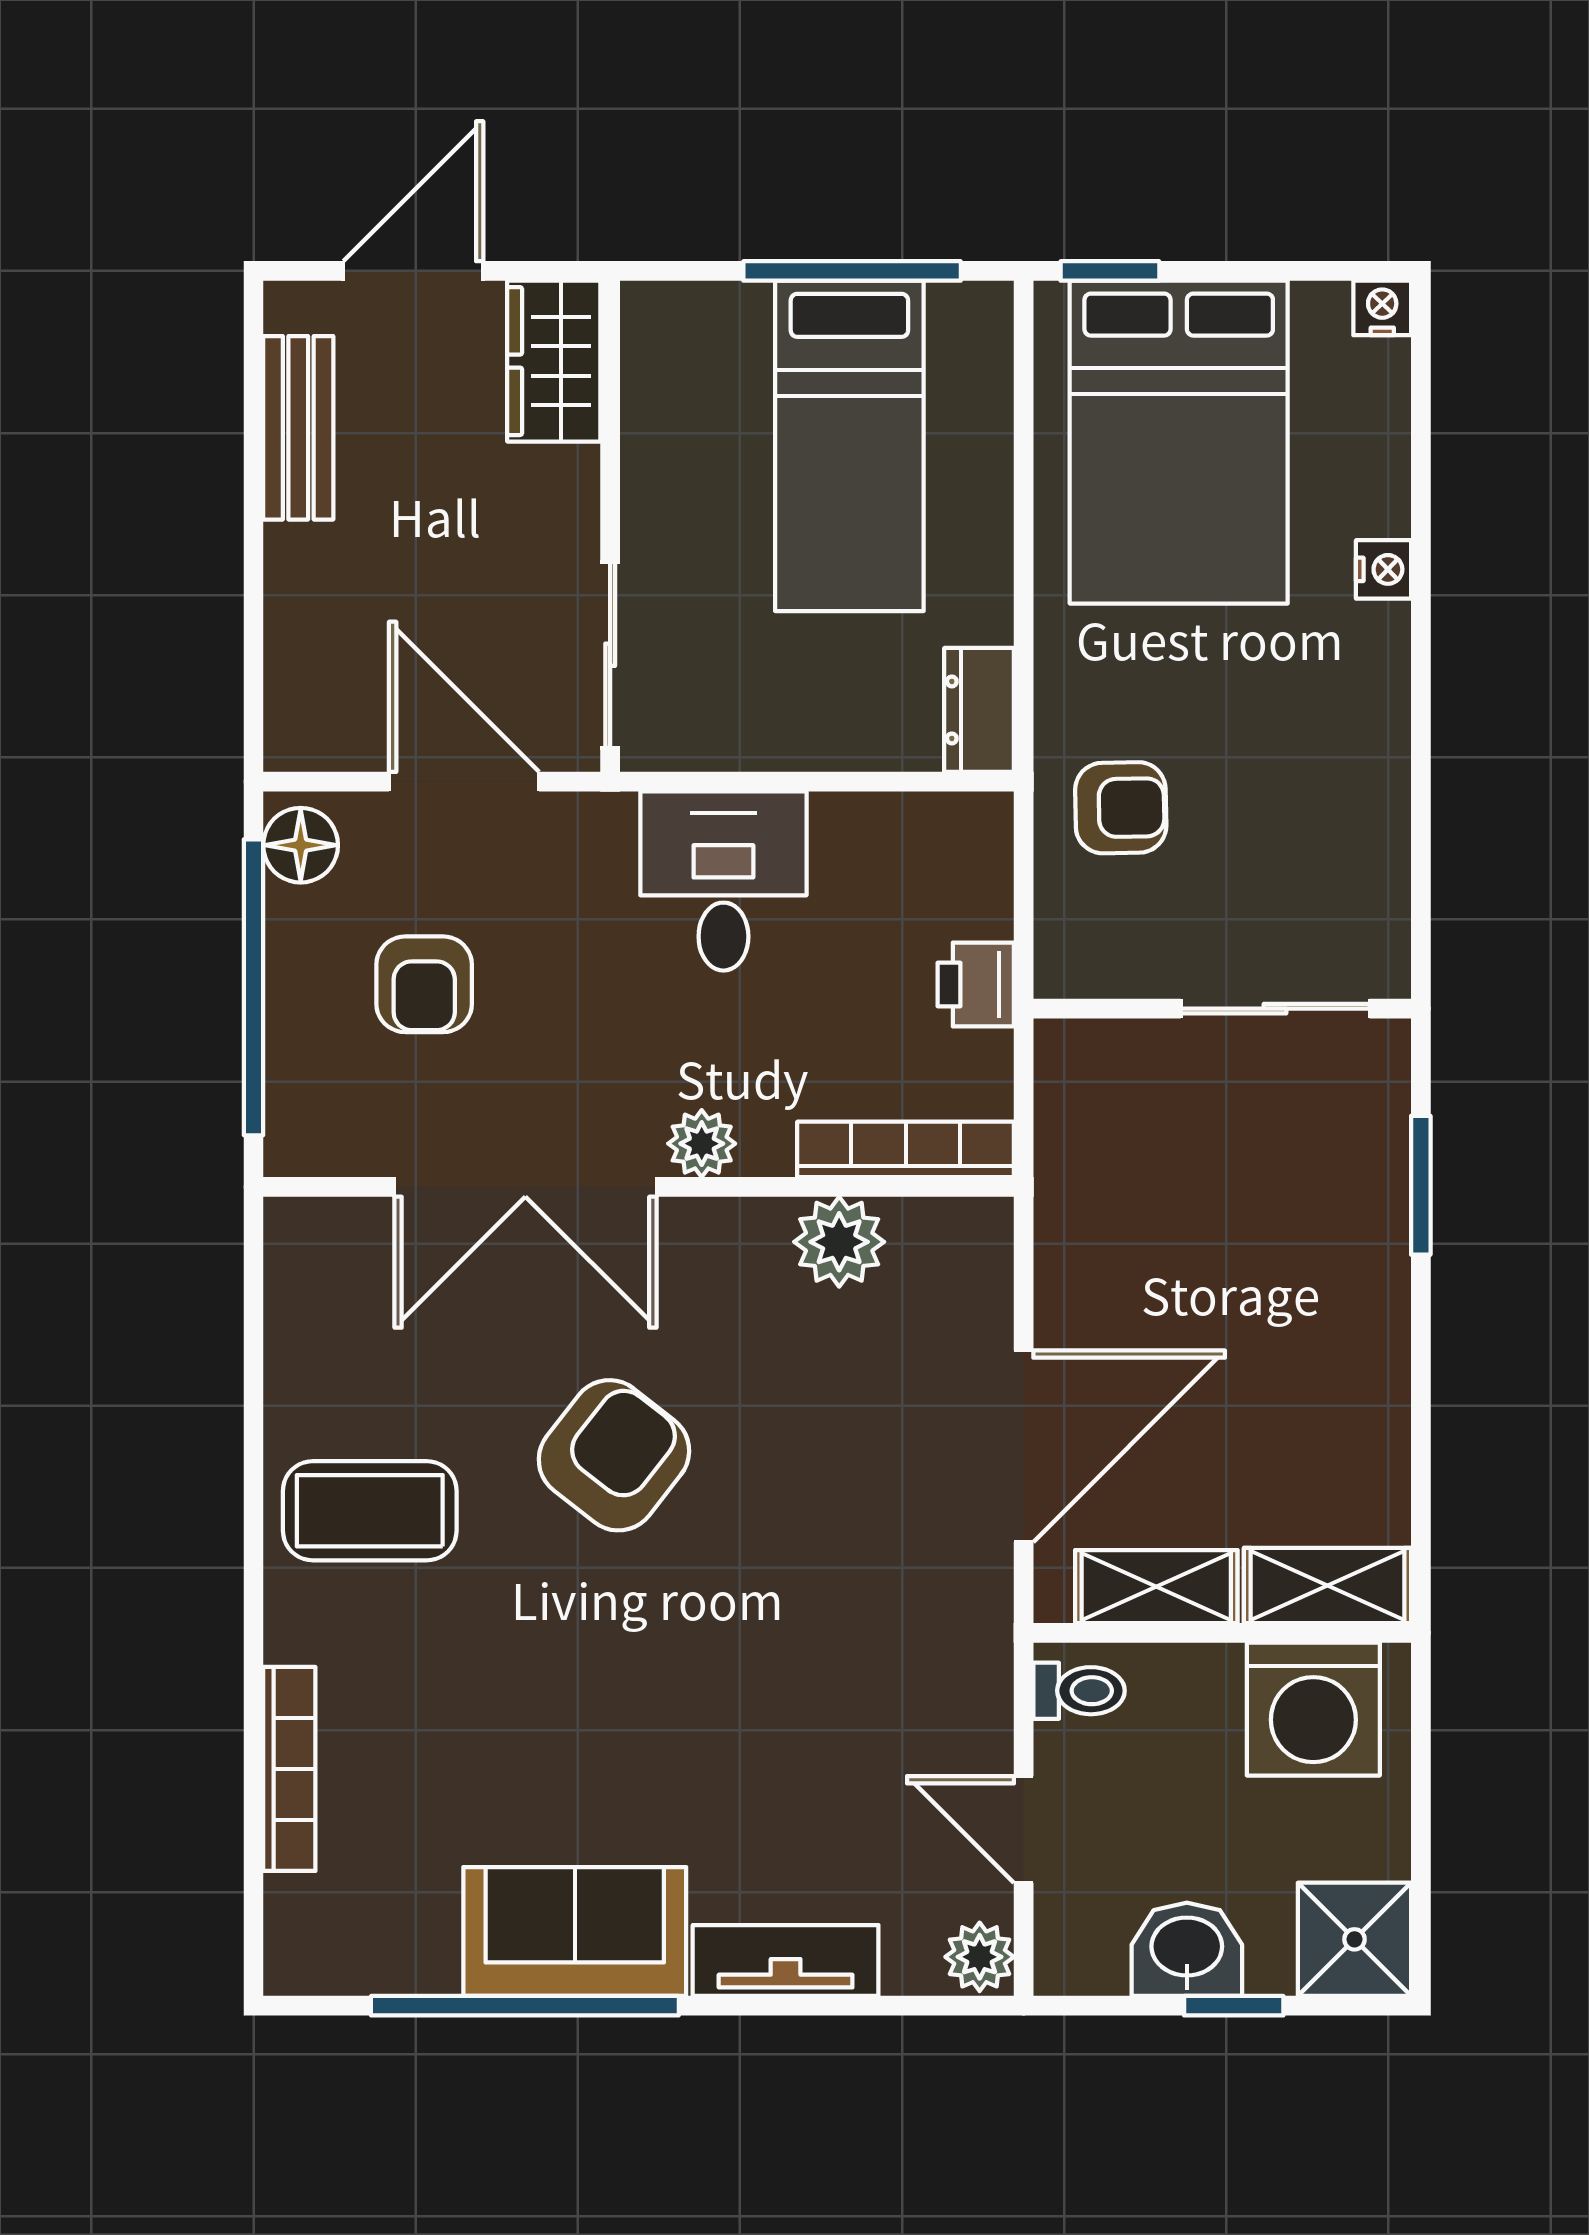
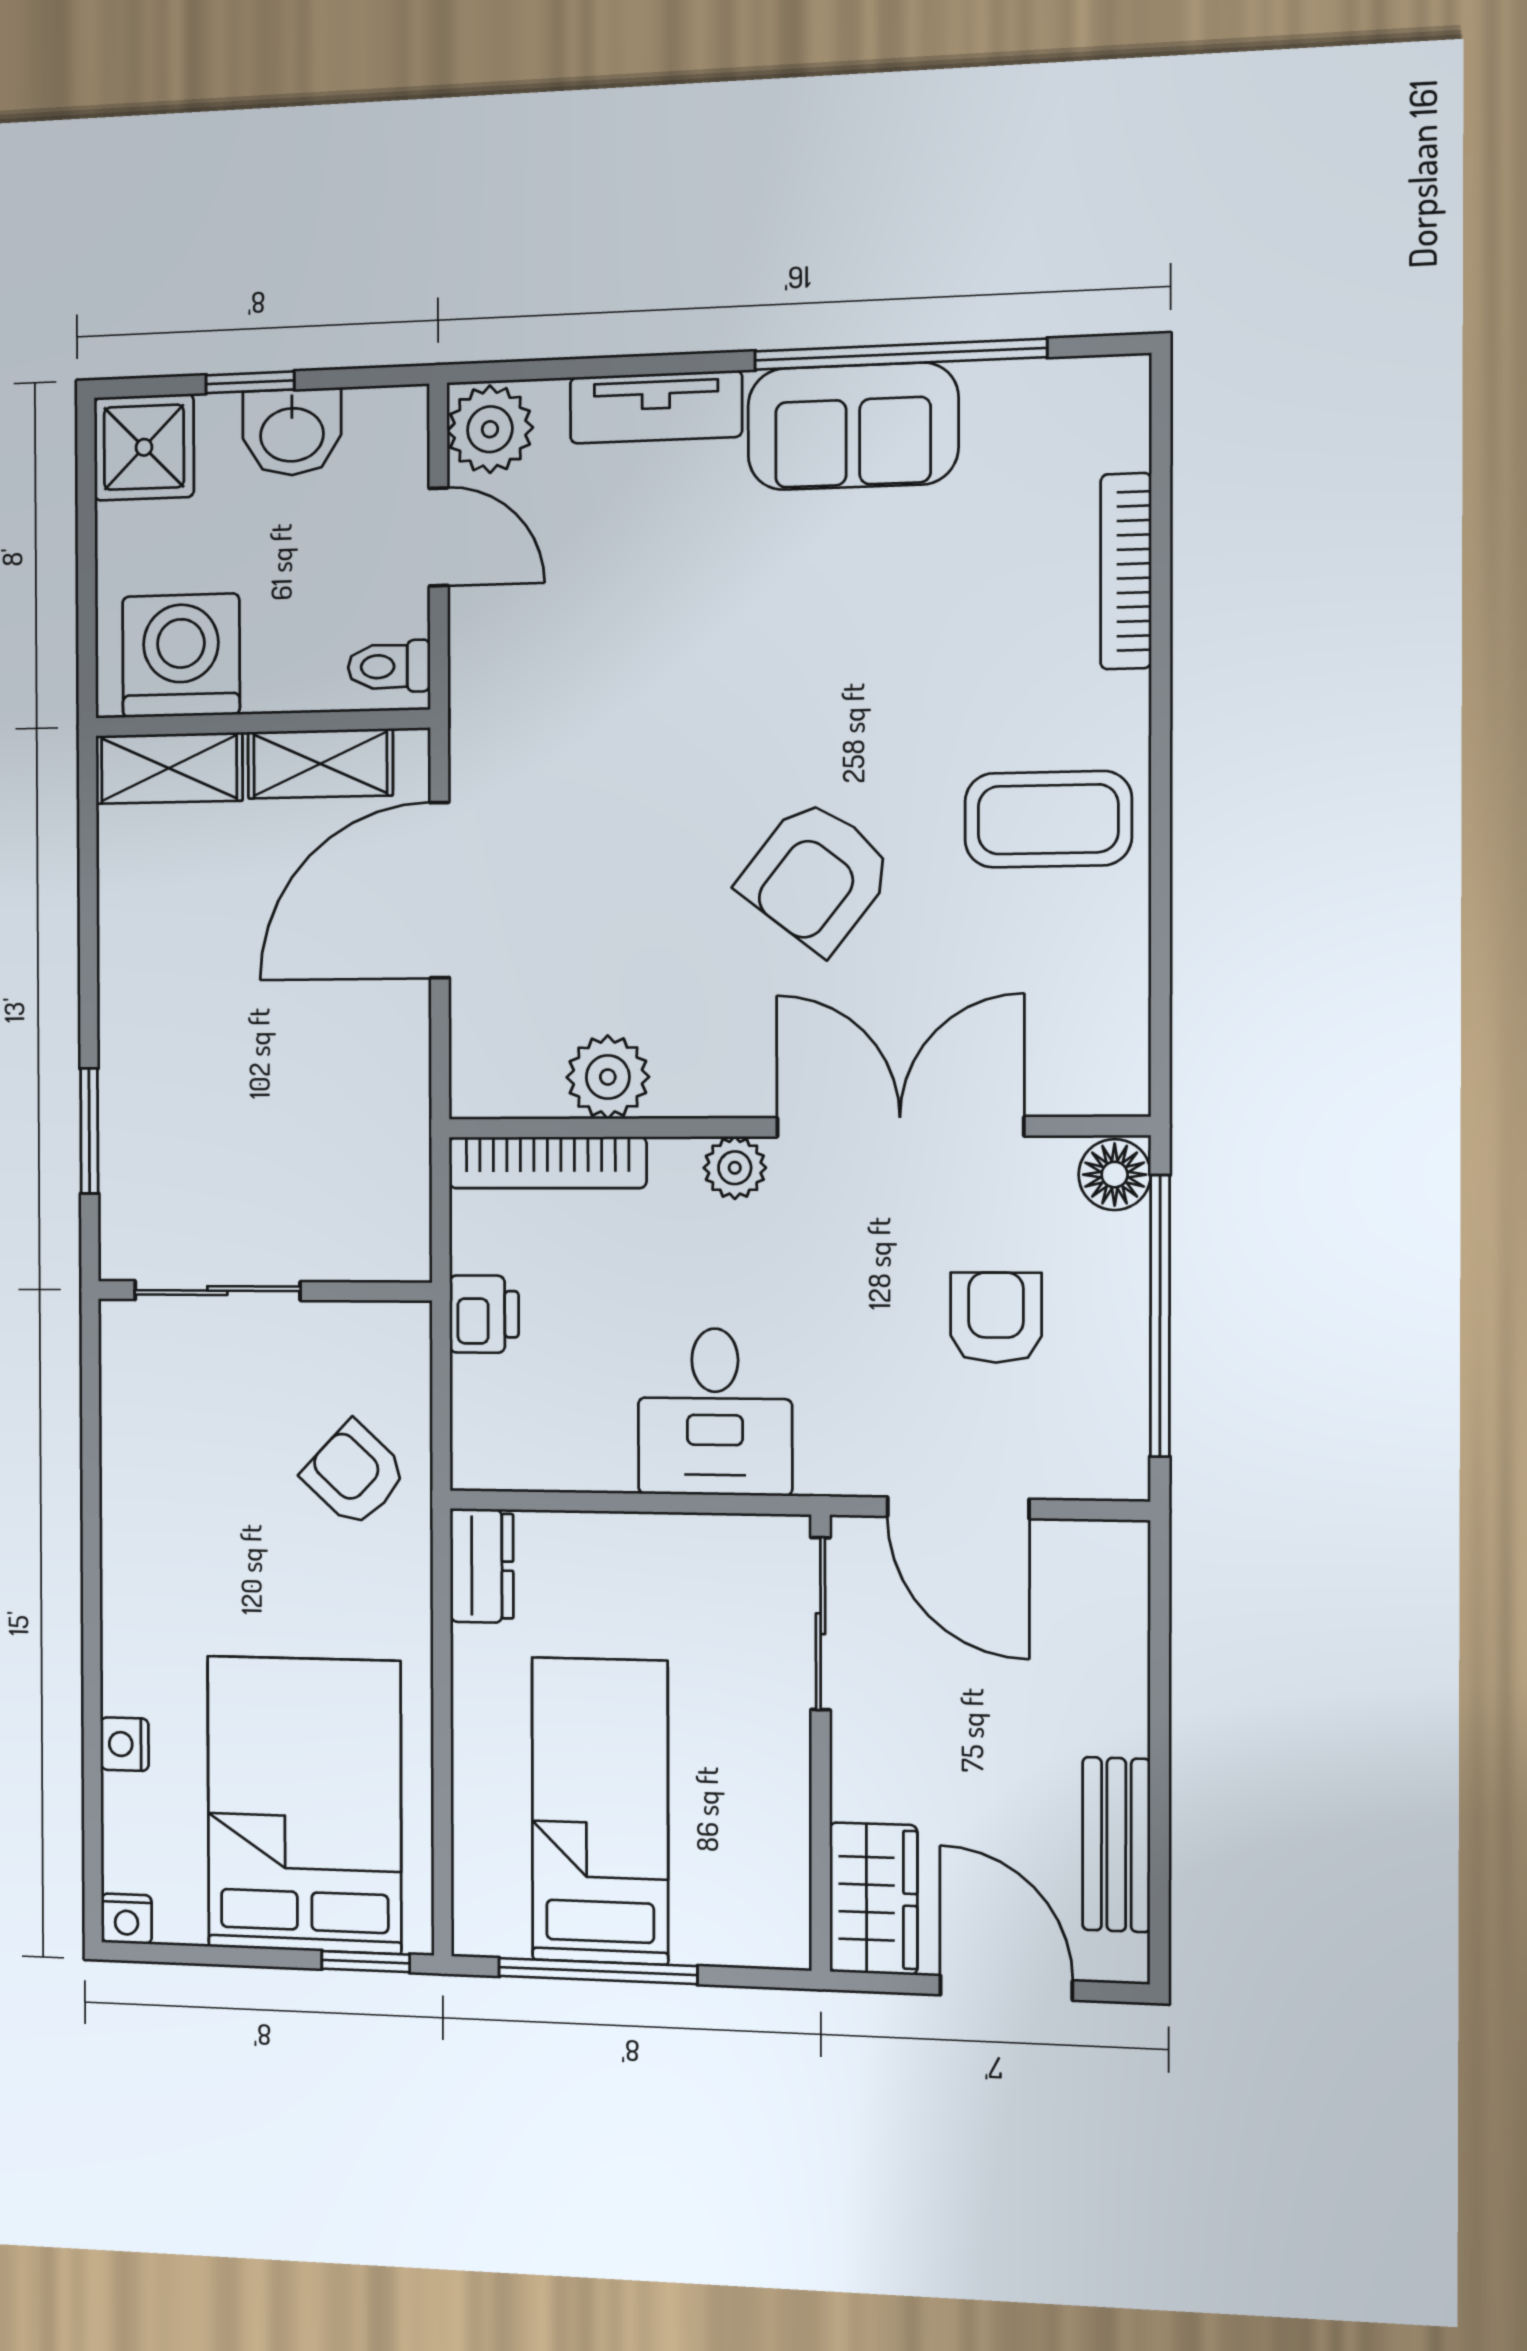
door: (413, 271) -> (1006, 1988), swing flipped
nightstand: (1384, 569) -> (125, 1744), moved
armchair: (1121, 808) -> (354, 1474), turned 44
floor lamp: (301, 845) -> (1115, 1175), moved
plant: (980, 1957) -> (490, 429), width x1.38, depth x1.38

